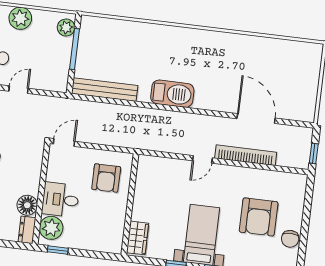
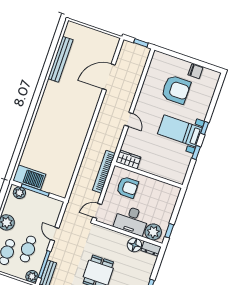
bench: (105, 90) -> (60, 59), moved
barbecue: (172, 94) -> (29, 177), moved, turned 90
door: (64, 143) -> (97, 211), hinge flipped
bookcase: (246, 155) -> (104, 172), moved
desk: (60, 200) -> (131, 220), width x1.37
wardrobe: (138, 238) -> (128, 160), moved

